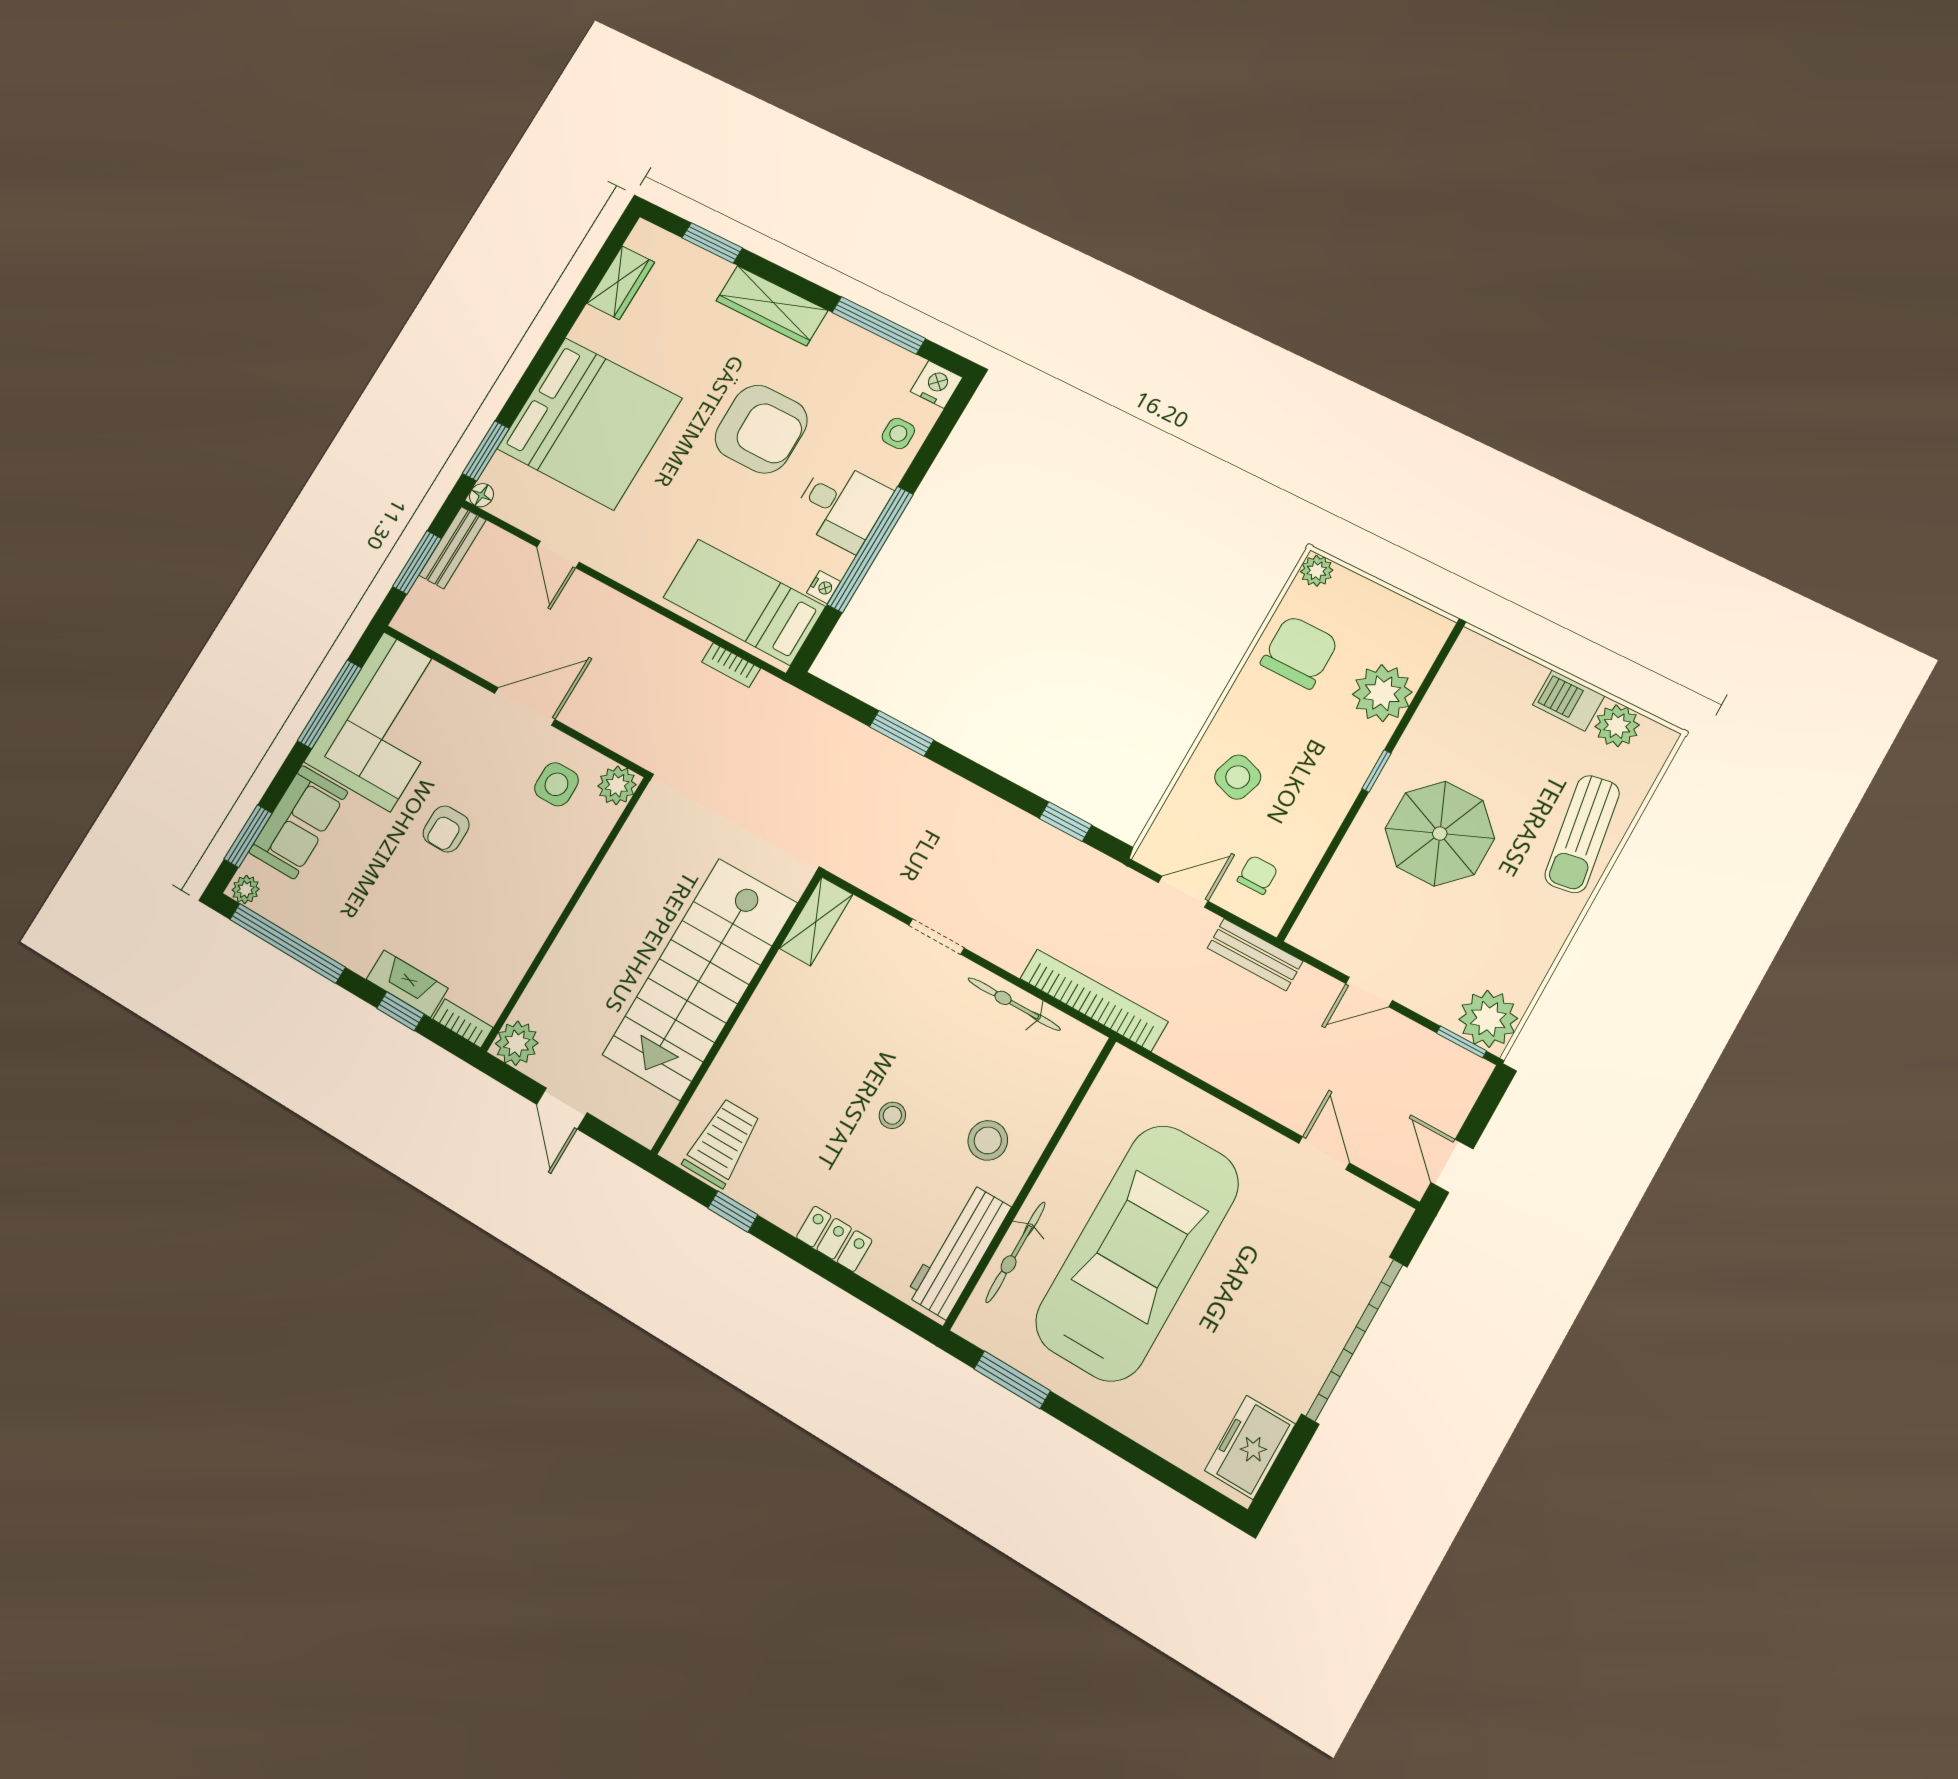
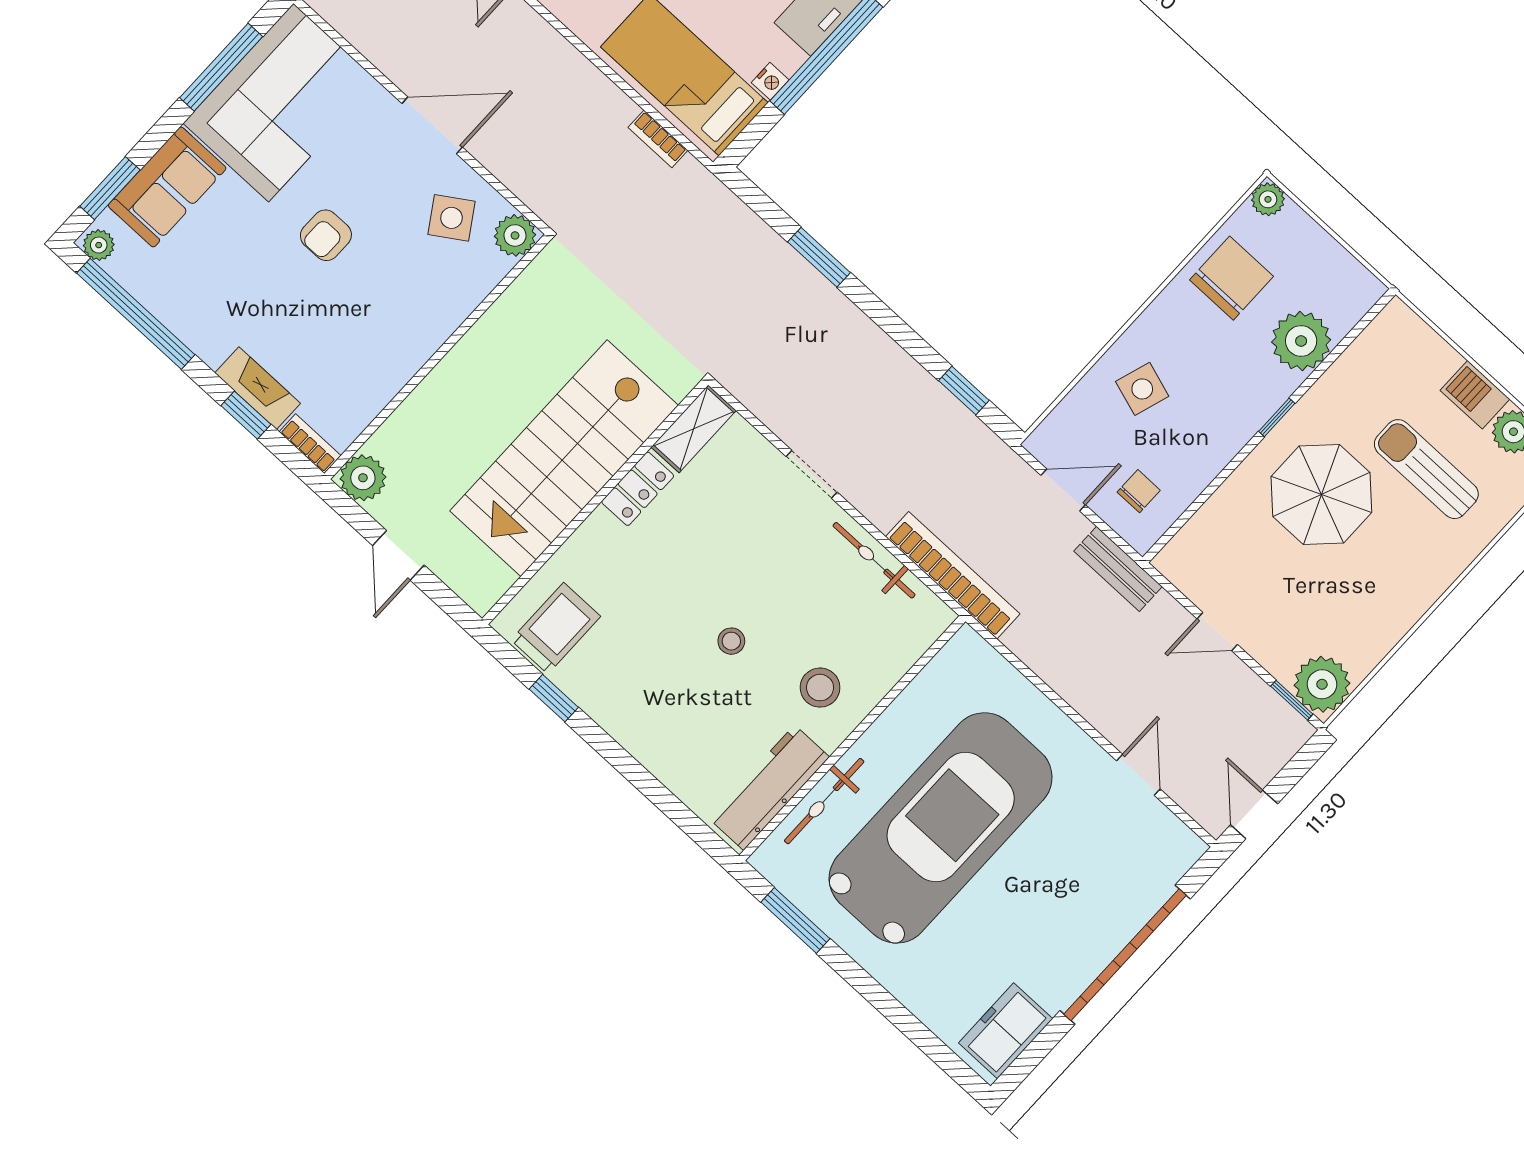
side table: (556, 784) -> (451, 218), turned -33
sun lounger: (1582, 834) -> (1426, 469), moved, turned 99
locker: (834, 1239) -> (638, 489), moved, turned 90

